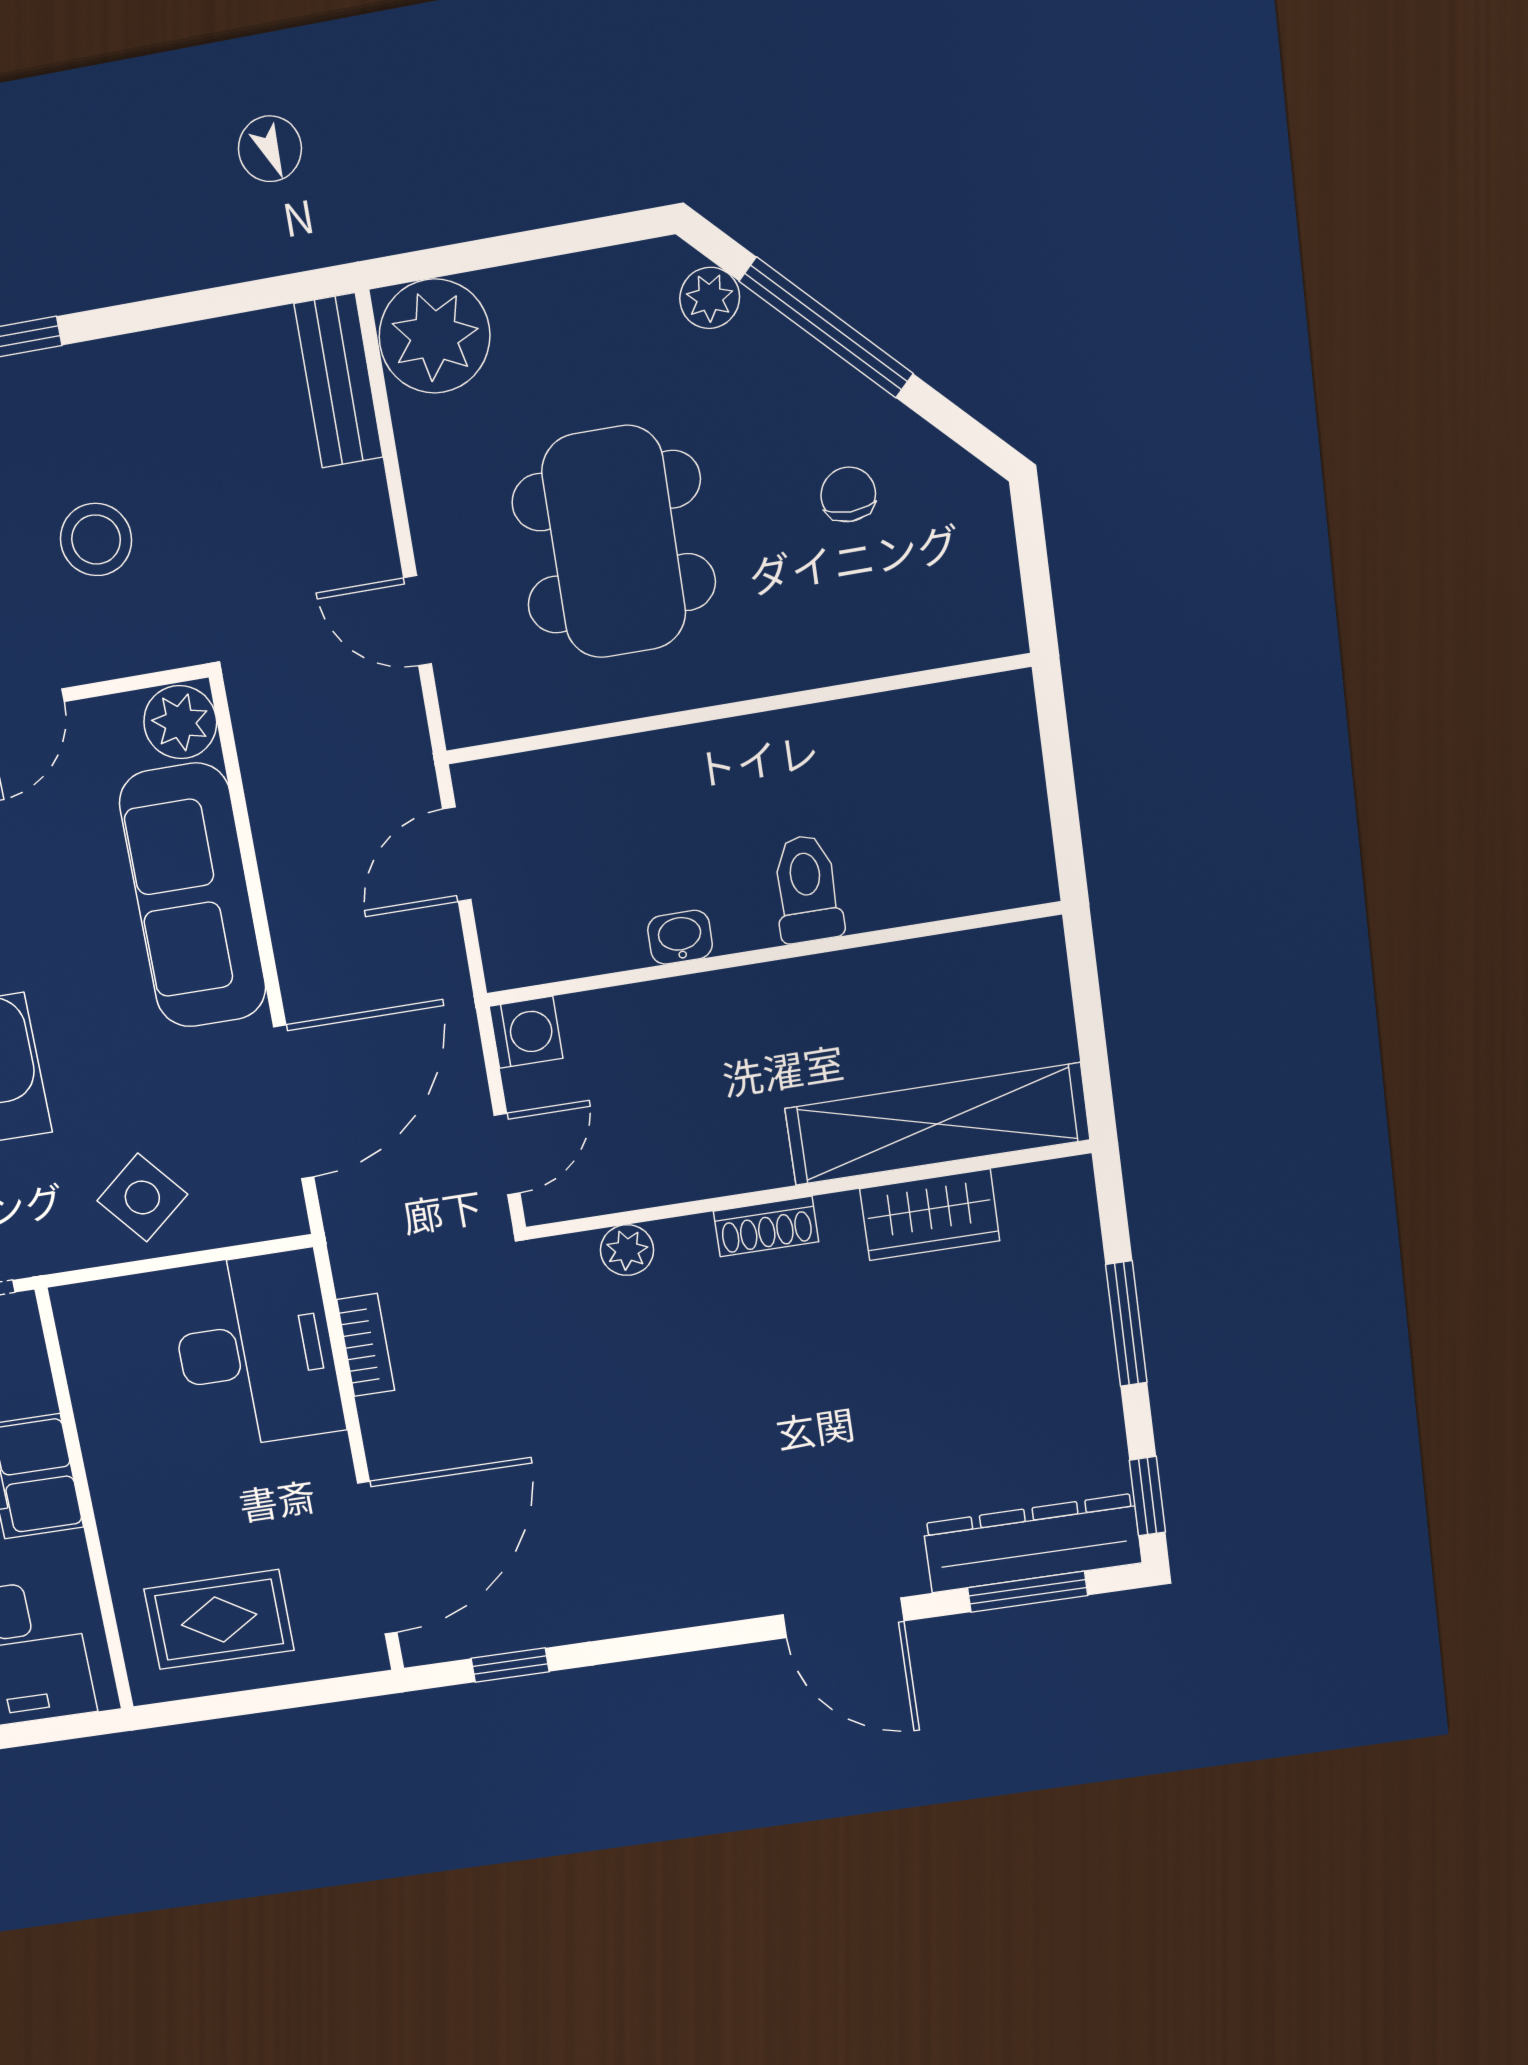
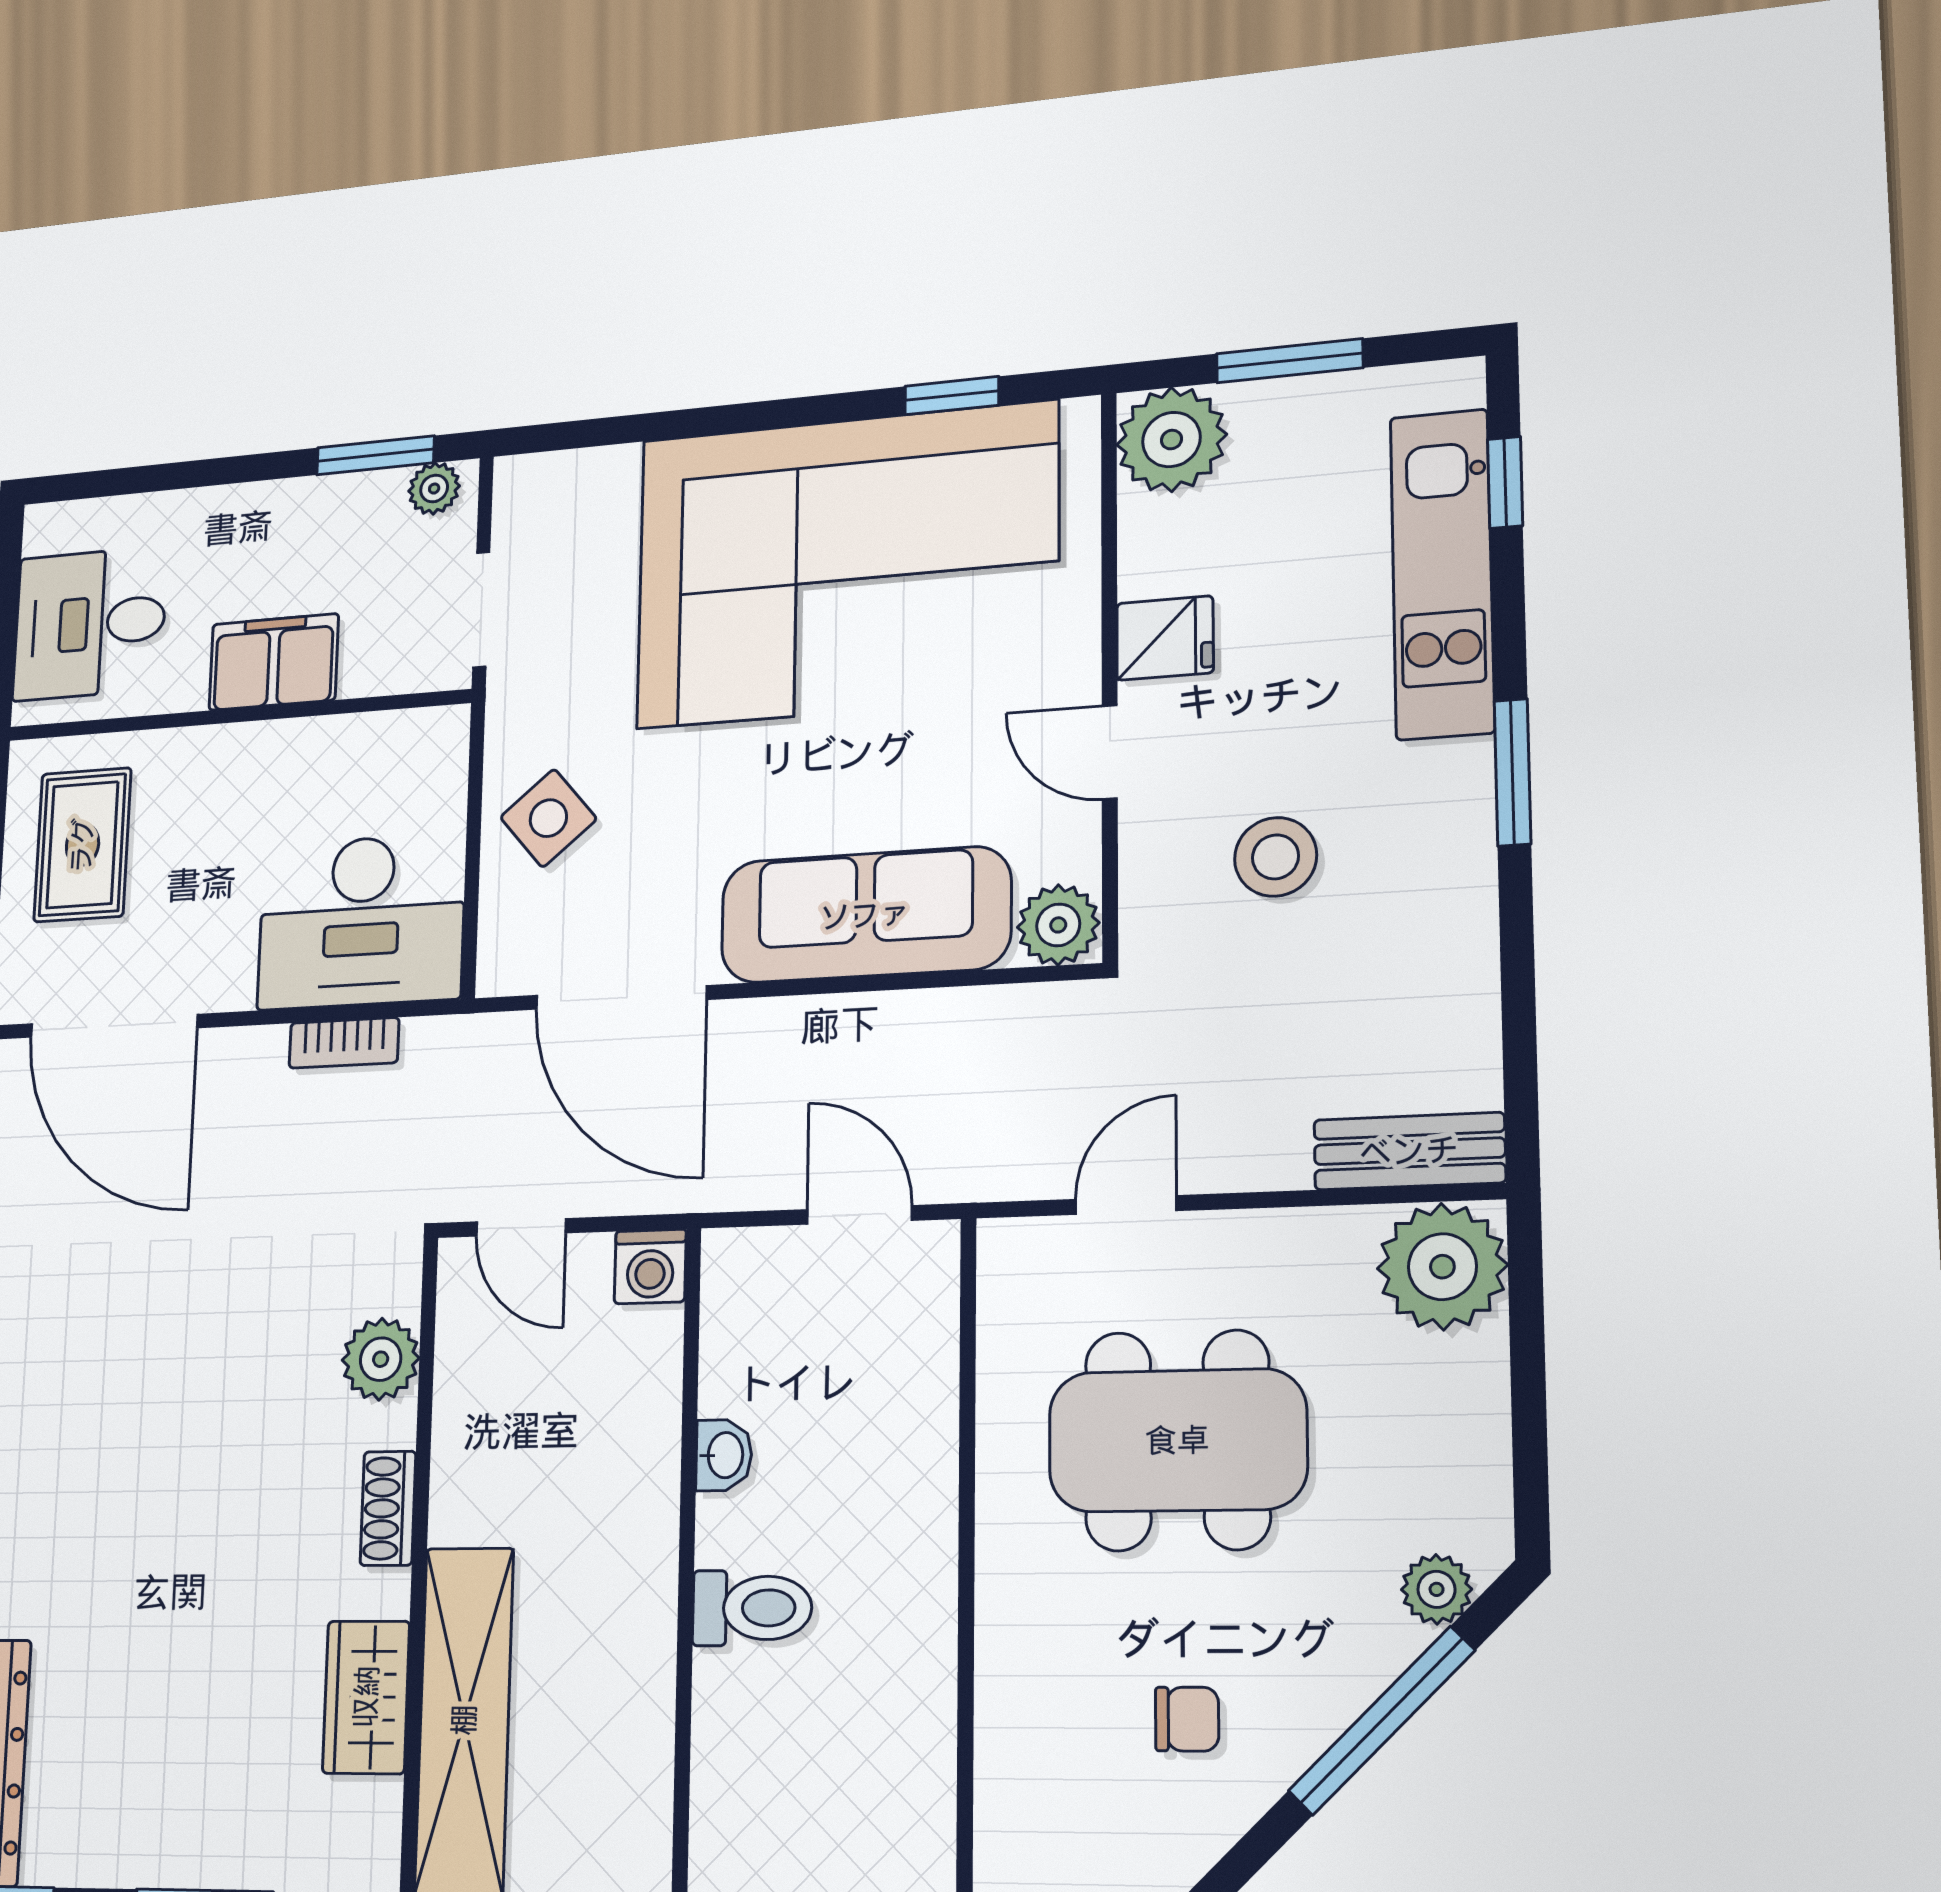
plant: (627, 1250) -> (381, 1359), width x1.38, depth x1.38

